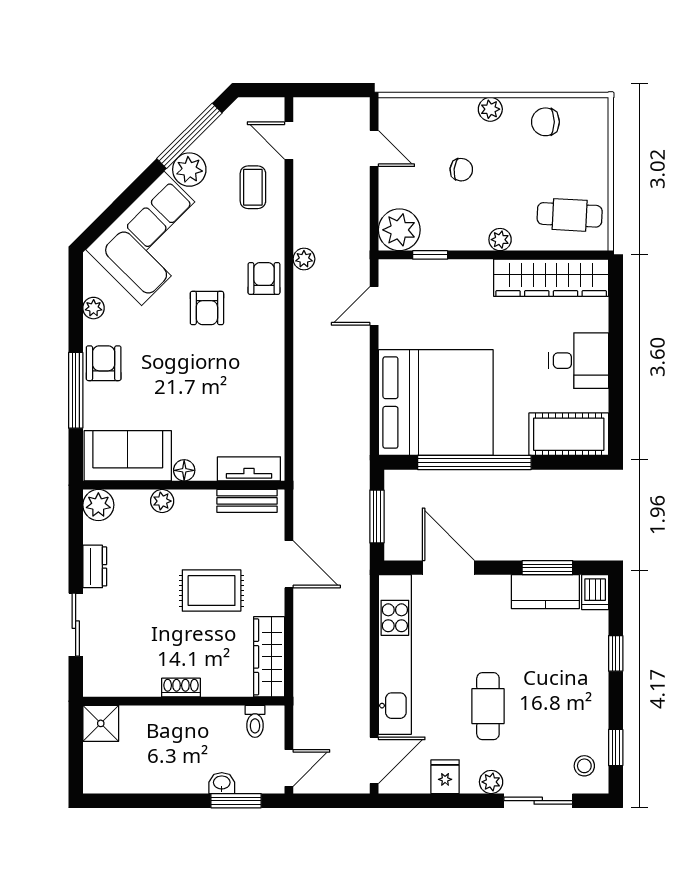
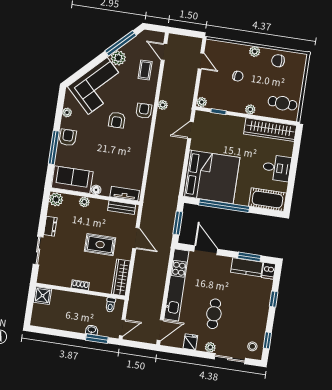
plant: (399, 230) -> (202, 102), width x0.53, depth x0.53

